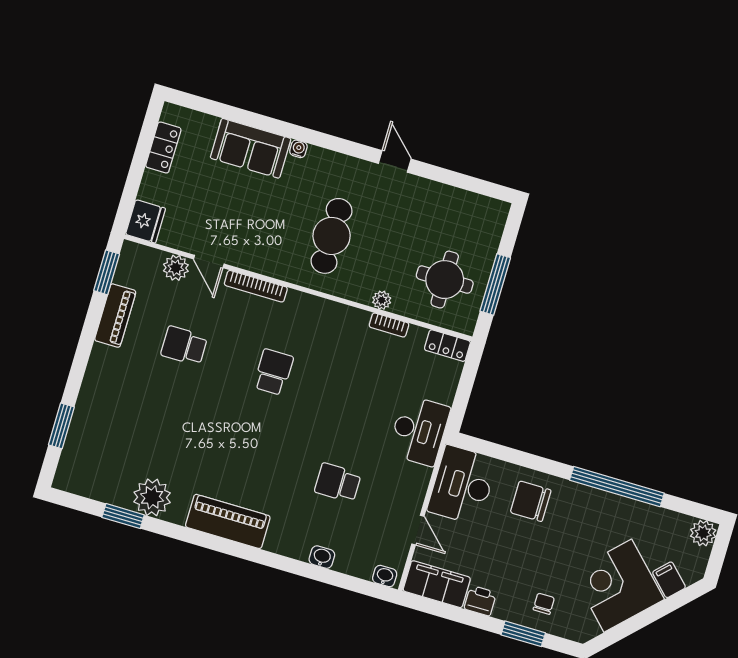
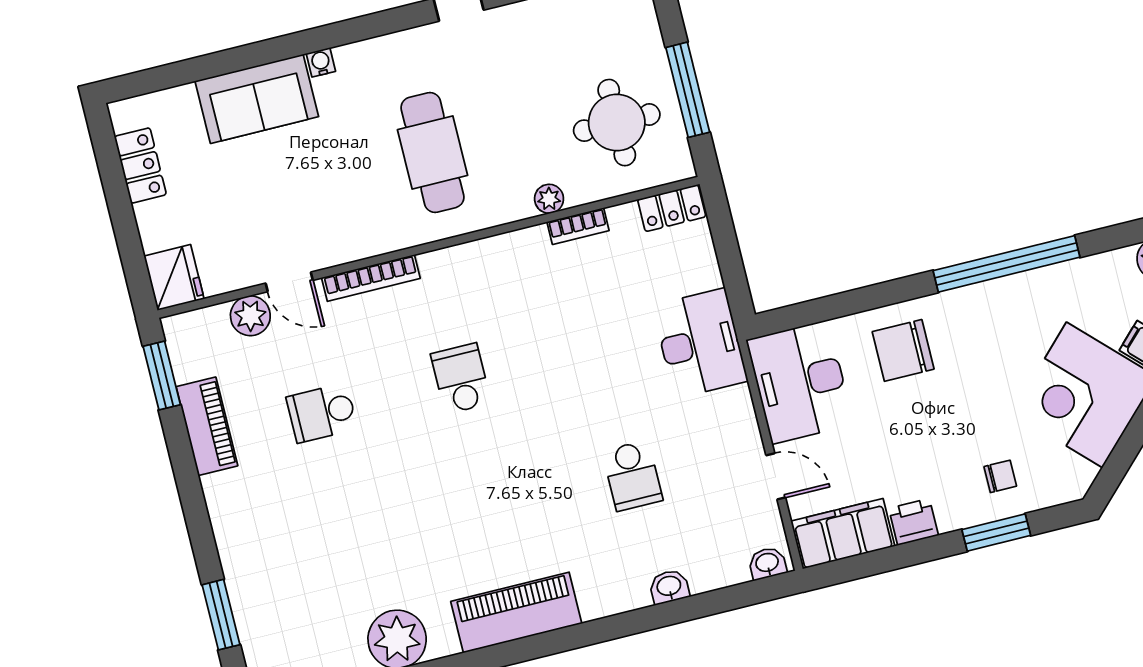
school desk: (338, 483) -> (632, 476), turned -90
chair: (544, 604) -> (1000, 476), turned 90

